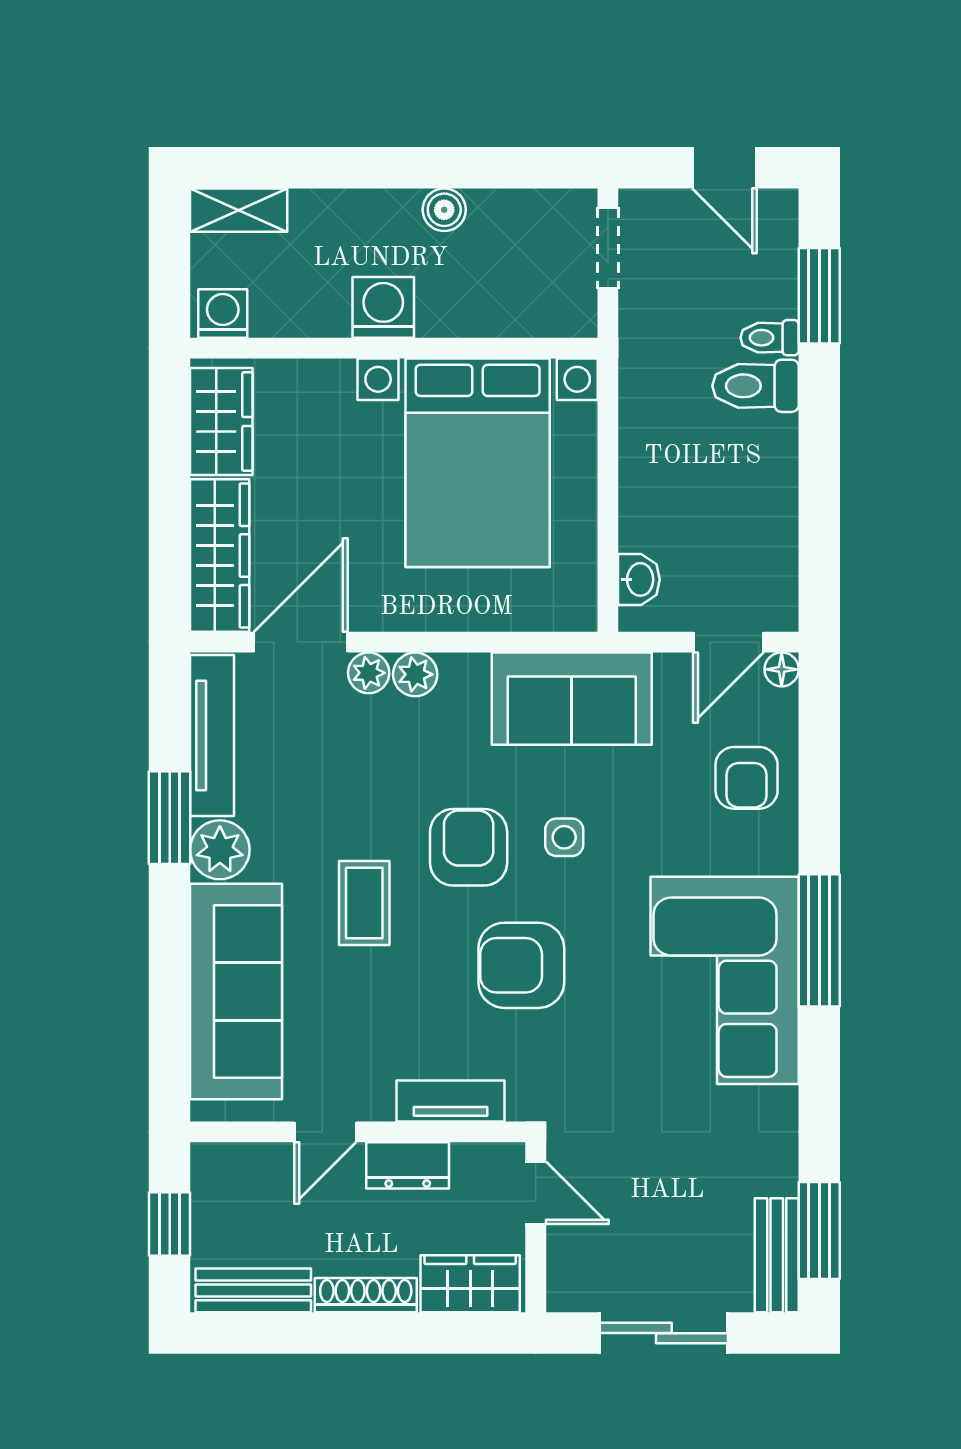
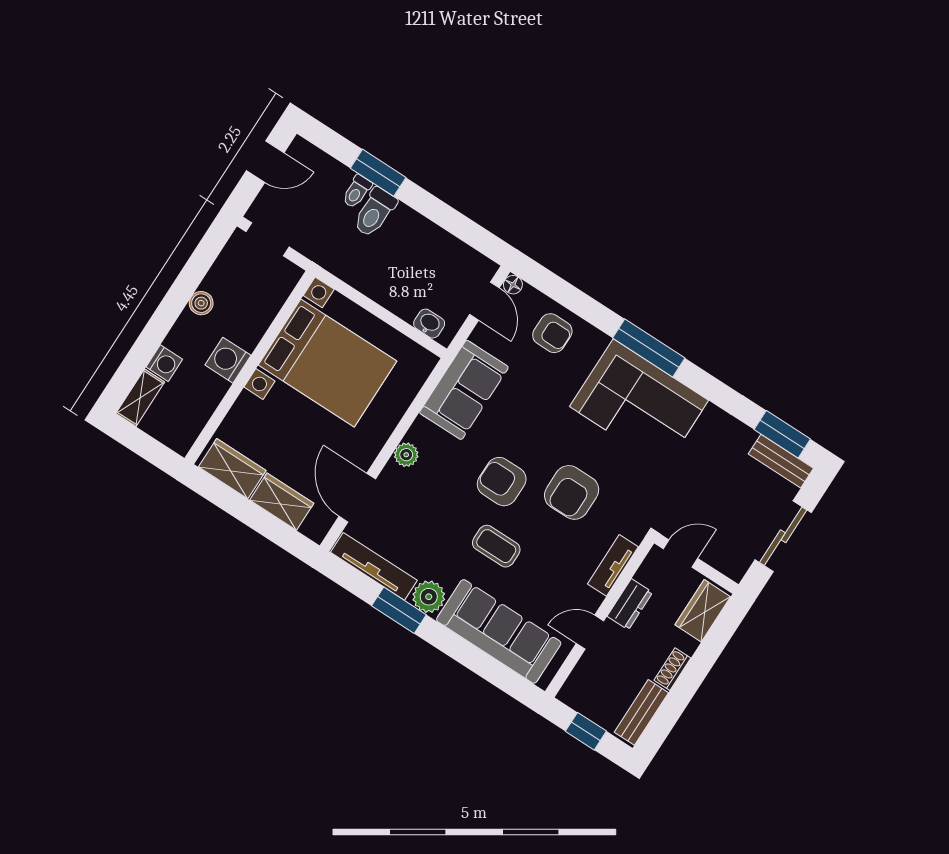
window: (819, 296) -> (378, 173), moved
washing machine: (223, 313) -> (164, 363), moved, turned 180
wardrobe: (220, 555) -> (282, 502), width x0.67
plant: (369, 673) -> (392, 476), removed
side table: (564, 837) -> (525, 435), removed
door: (325, 1132) -> (590, 632), swing flipped
shoe rack: (366, 1295) -> (672, 669), width x0.70

